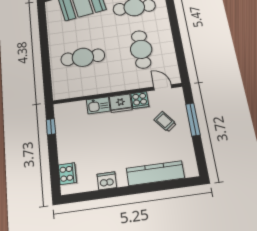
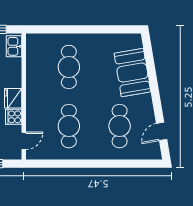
cafe table: (141, 49) -> (69, 126), turned 90
kitchen sink: (98, 105) -> (14, 46), moved

